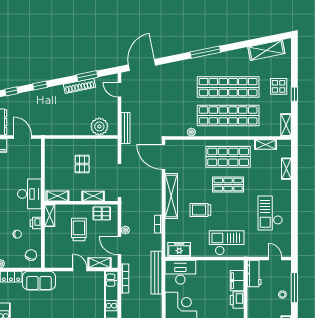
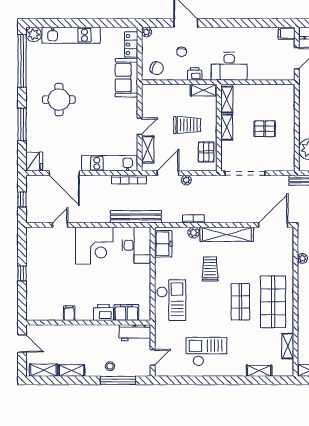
shelving: (93, 196) -> (227, 127), moved
plant: (170, 224) -> (194, 233), added

